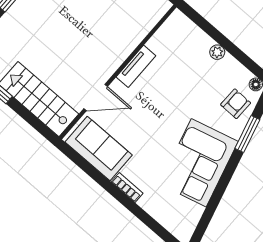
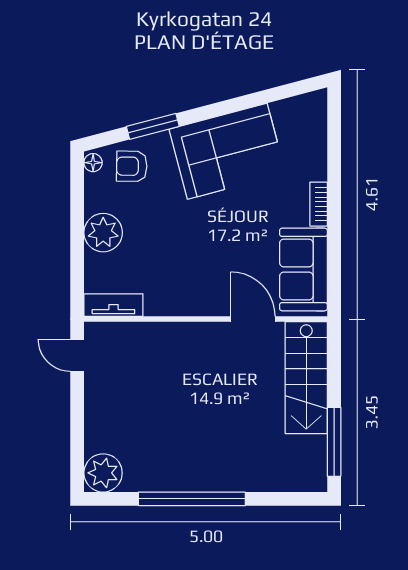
plant: (217, 52) -> (103, 233), width x1.87, depth x1.87
tv unit: (136, 66) -> (113, 305), moved

